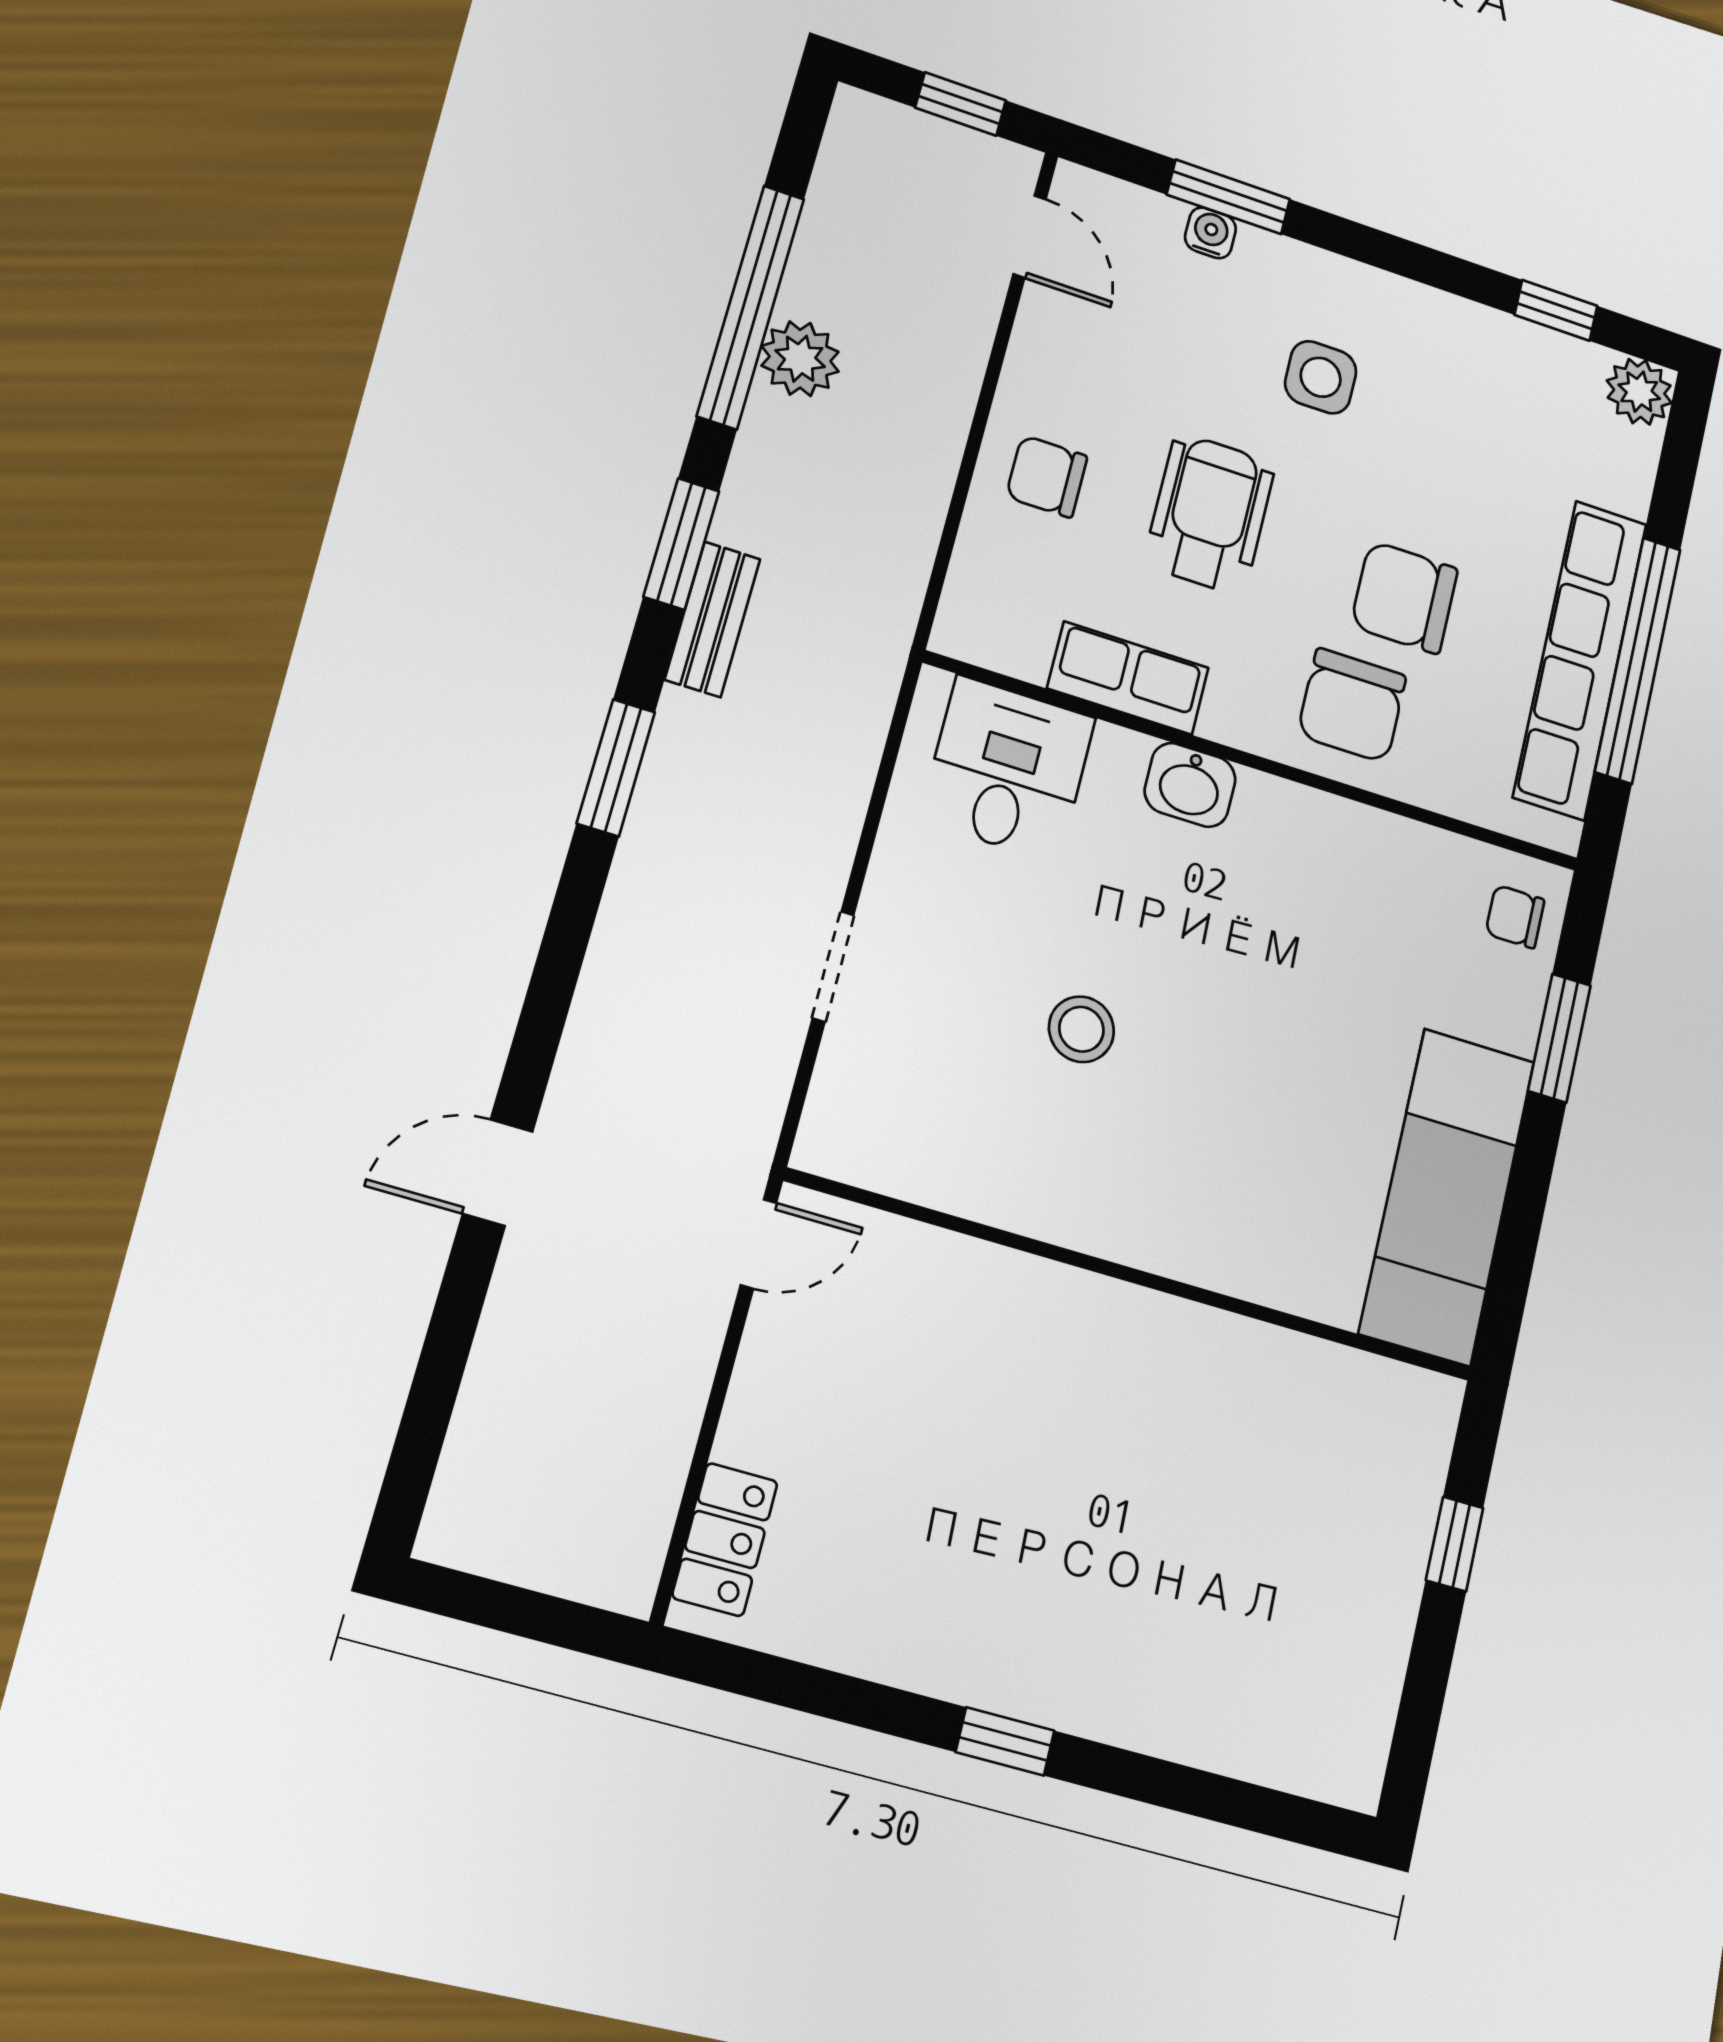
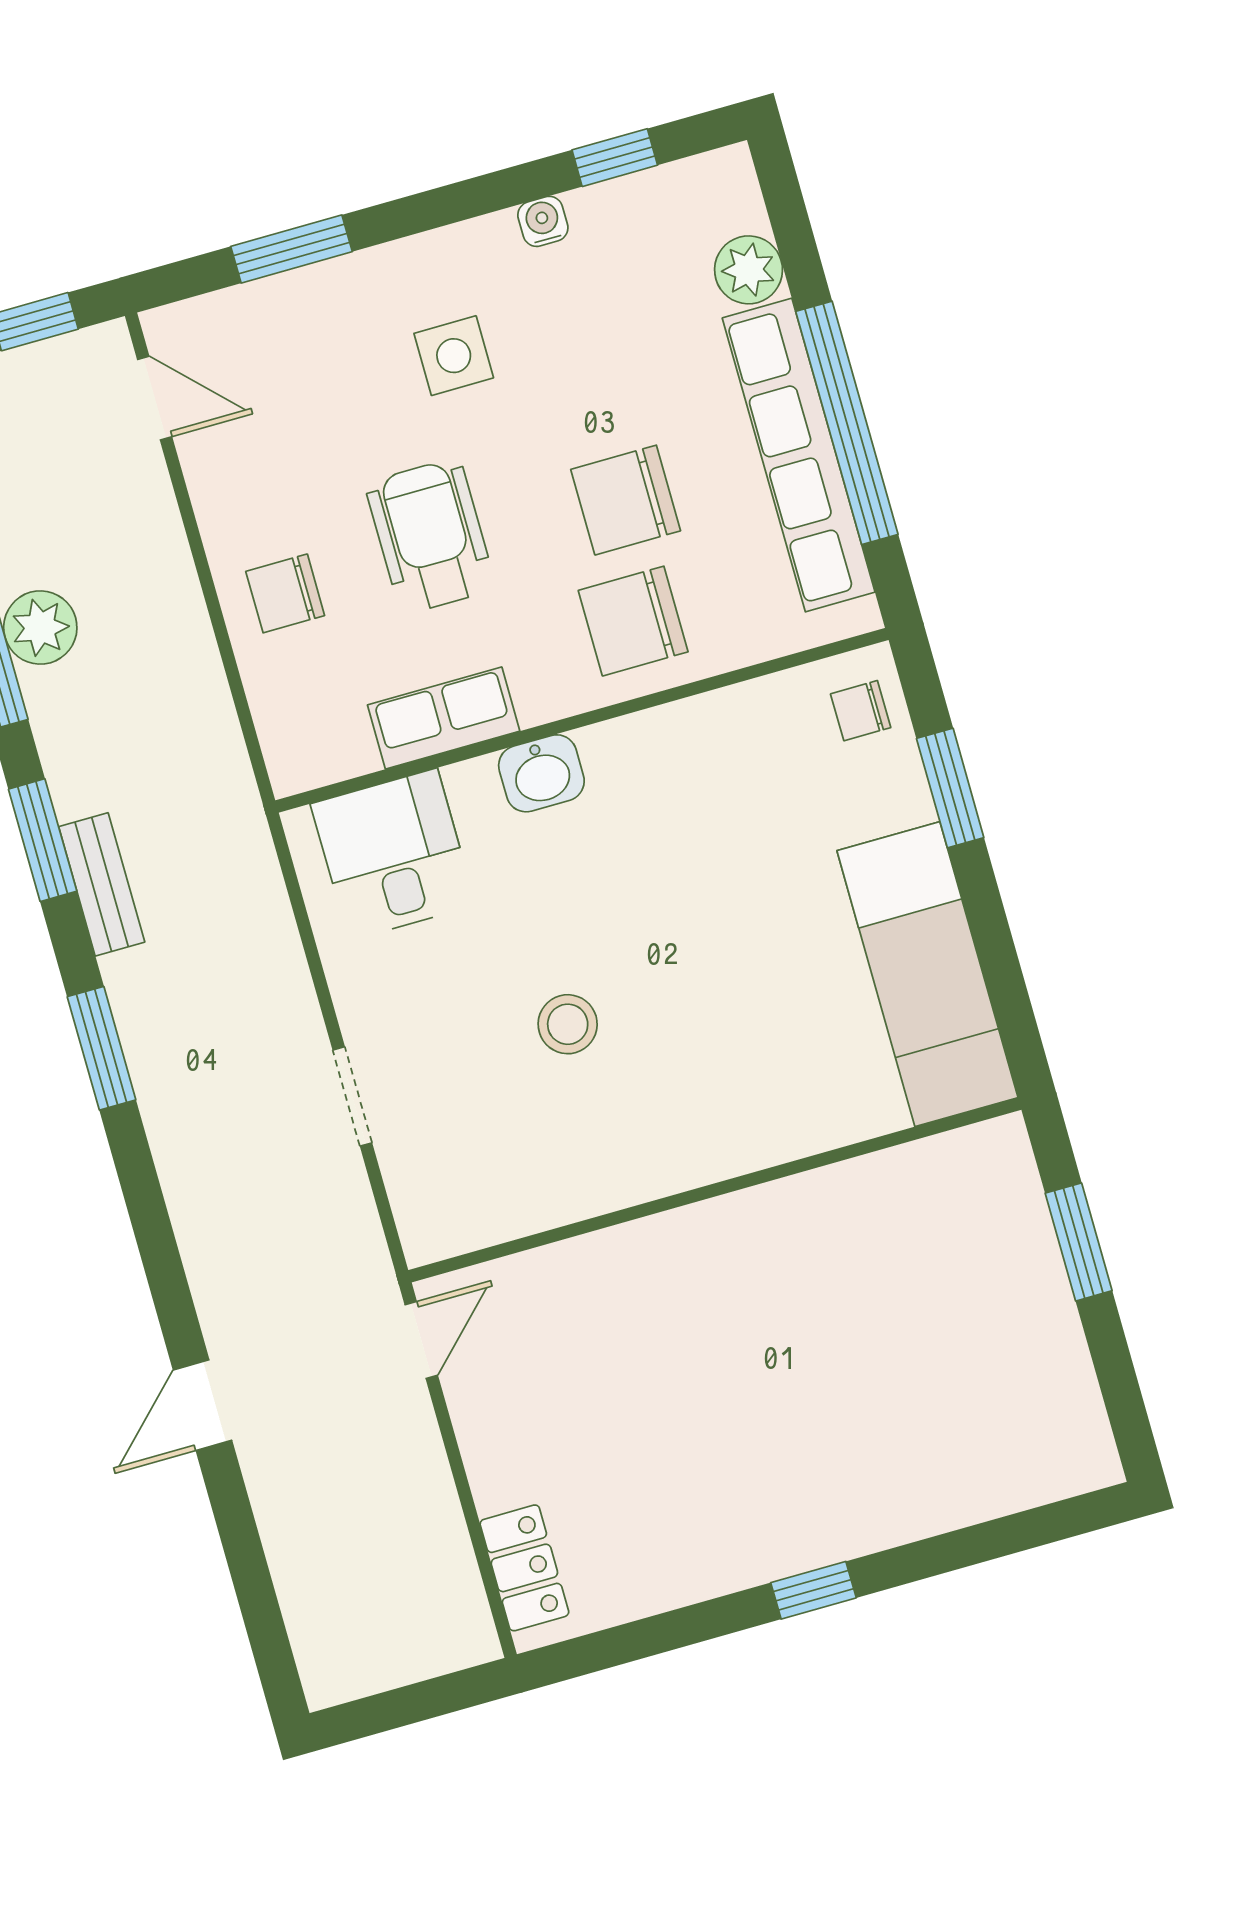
water cooler: (1210, 233) -> (543, 221), moved
plant: (1639, 392) -> (749, 270), moved
chair: (1352, 705) -> (633, 621), turned 90
window: (1455, 1544) -> (1079, 1242), width x1.50

